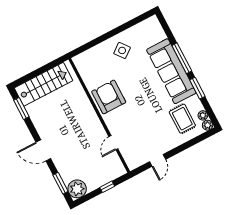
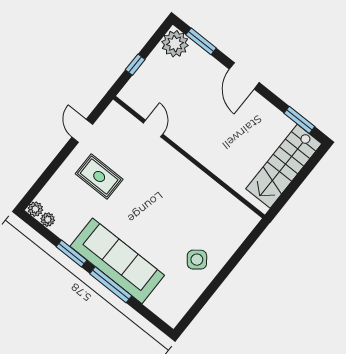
armchair: (109, 97) -> (187, 188), removed
rug: (182, 119) -> (99, 177), moved
door: (43, 150) -> (244, 76), swing flipped

